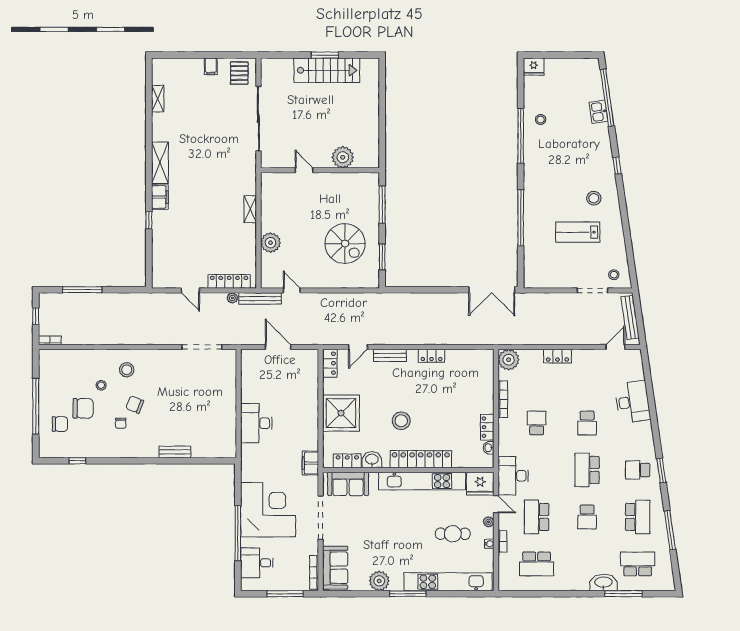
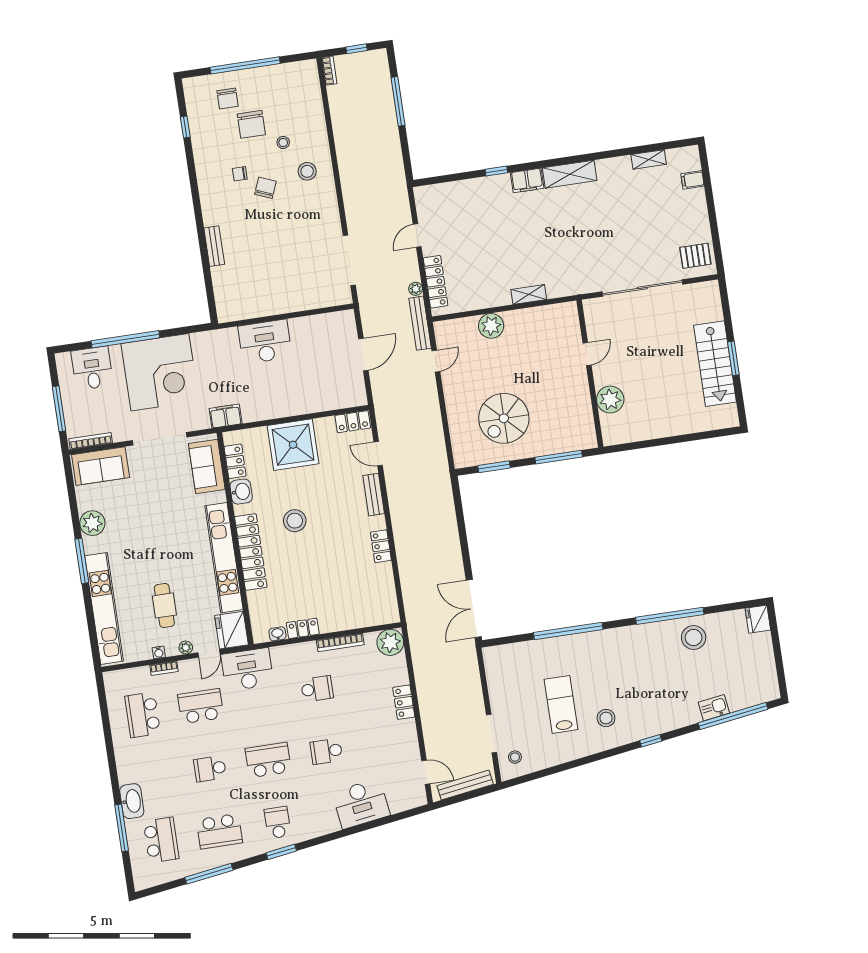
filing cabinet: (211, 66) -> (693, 180), moved
stool: (541, 120) -> (694, 638), width x1.89, depth x1.89

